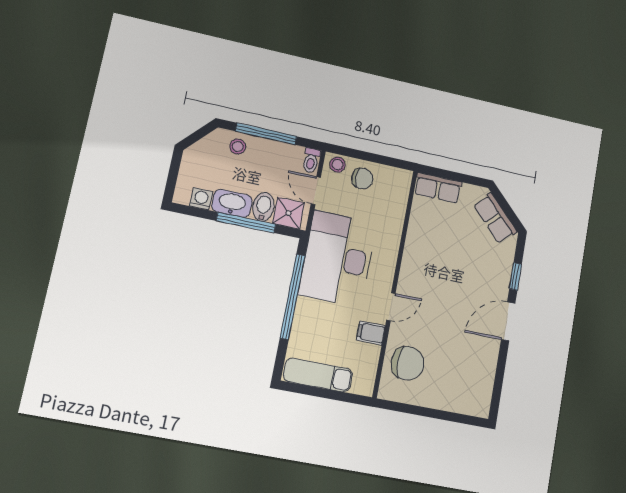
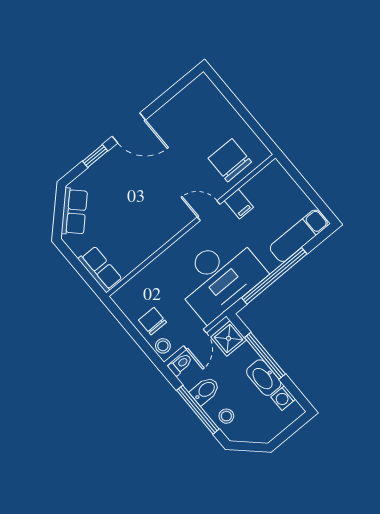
bidet: (263, 207) -> (205, 391), moved, turned 180
exam couch: (318, 375) -> (299, 236), moved, turned 90

